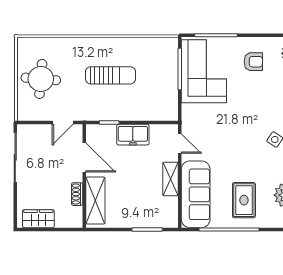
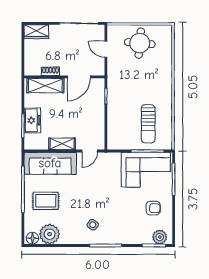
armchair: (253, 62) -> (153, 208), turned -90
sun lounger: (110, 75) -> (148, 124), moved
door: (63, 123) -> (106, 49), moved
freezer: (133, 135) -> (32, 120), moved, turned 180
wardrobe: (38, 219) -> (36, 32), moved, turned 90

